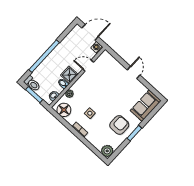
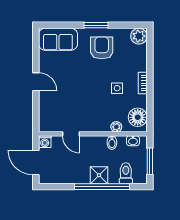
door: (134, 72) -> (36, 82), swing flipped
shower: (69, 75) -> (99, 175), moved
toilet: (32, 84) -> (126, 173), moved
armchair: (119, 125) -> (102, 48), turned 90

